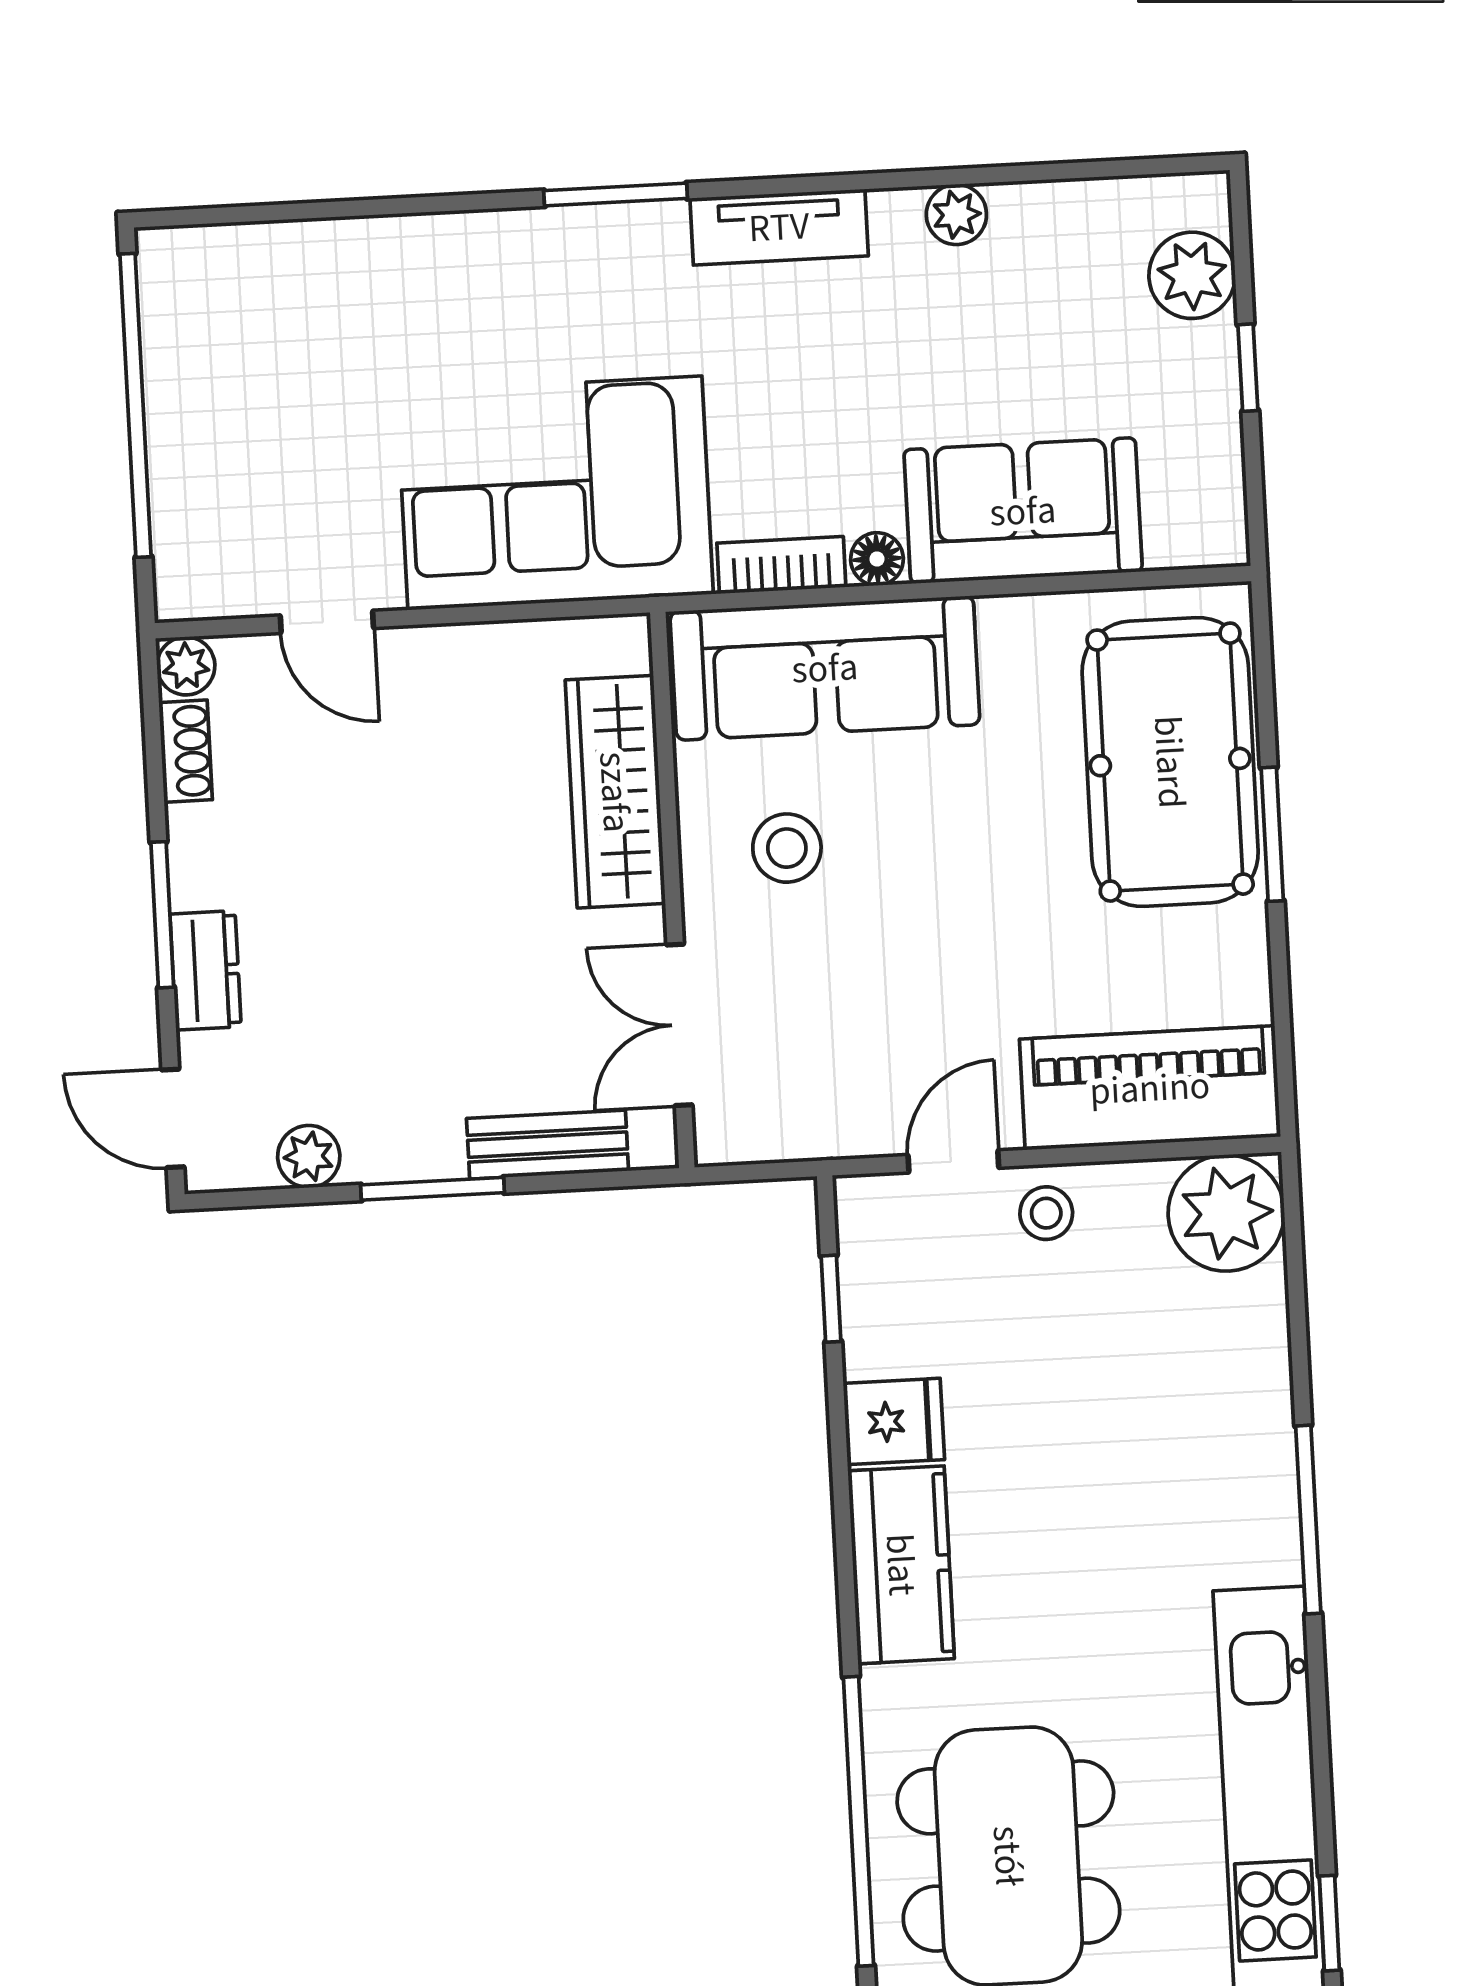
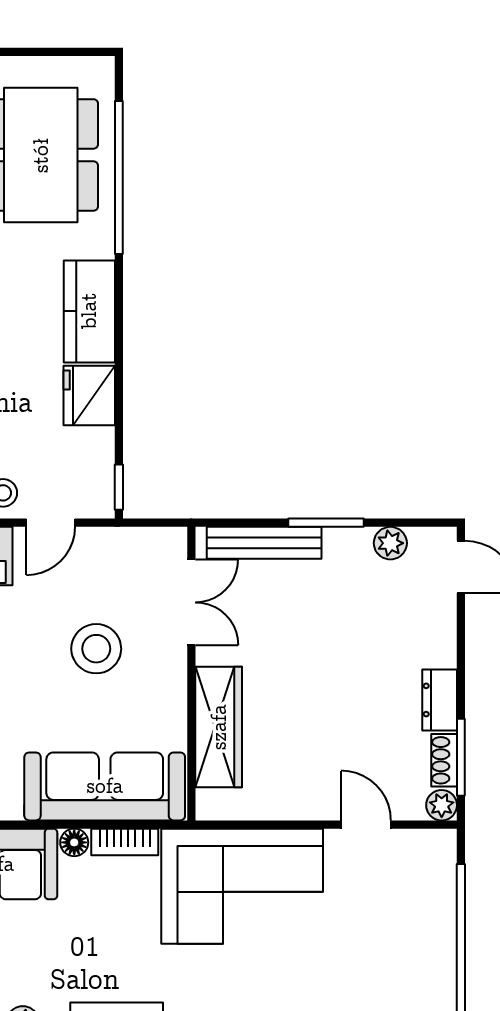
stool: (787, 848) -> (96, 649), moved, width x1.38, depth x1.38
window: (162, 915) -> (461, 757), moved
dresser: (206, 970) -> (440, 700), moved
bench: (548, 1145) -> (264, 543), width x1.36
window: (831, 1299) -> (119, 487), moved
fridge: (894, 1421) -> (89, 396), width x1.38

